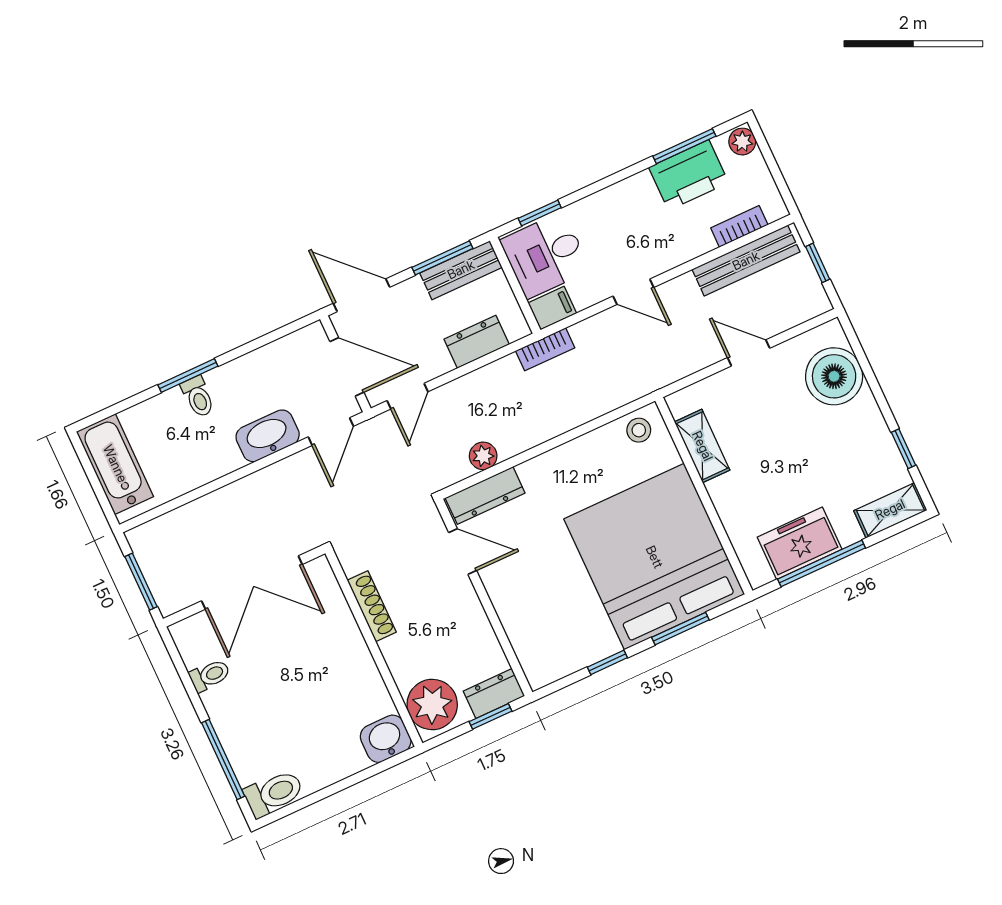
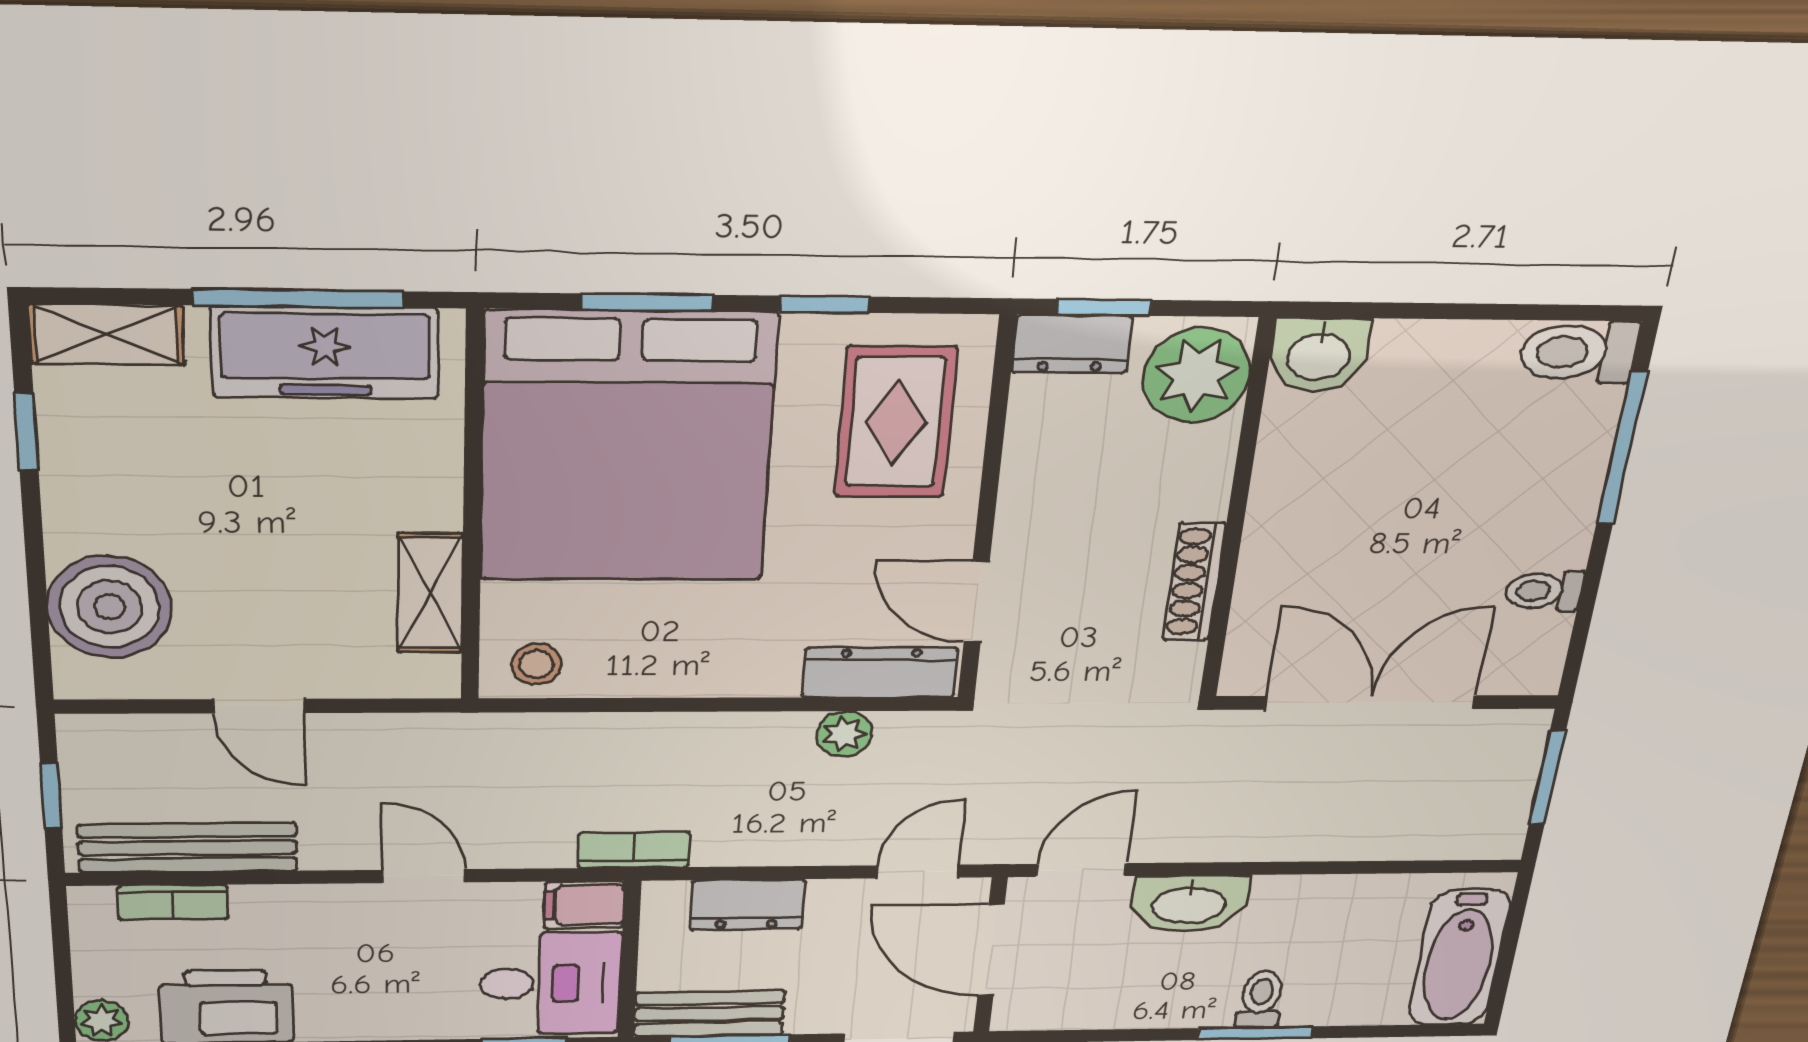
freezer: (800, 543) -> (325, 353), width x1.40
rug: (548, 622) -> (896, 422), added

